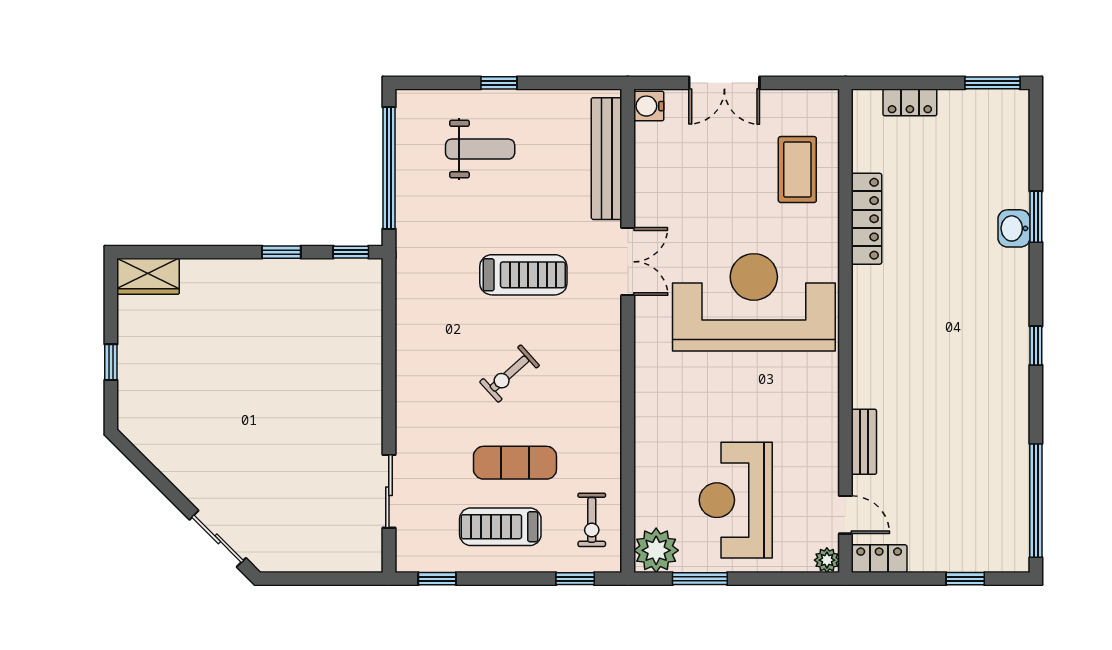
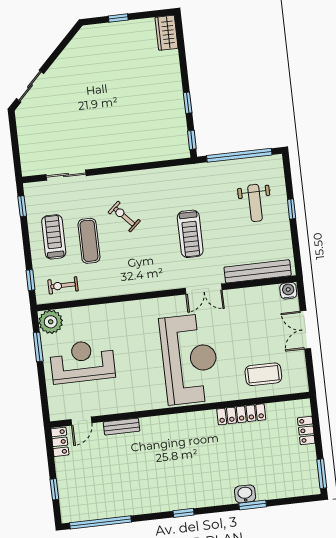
exercise bike: (509, 374) -> (124, 217), moved
plant: (827, 560) -> (56, 414), removed

